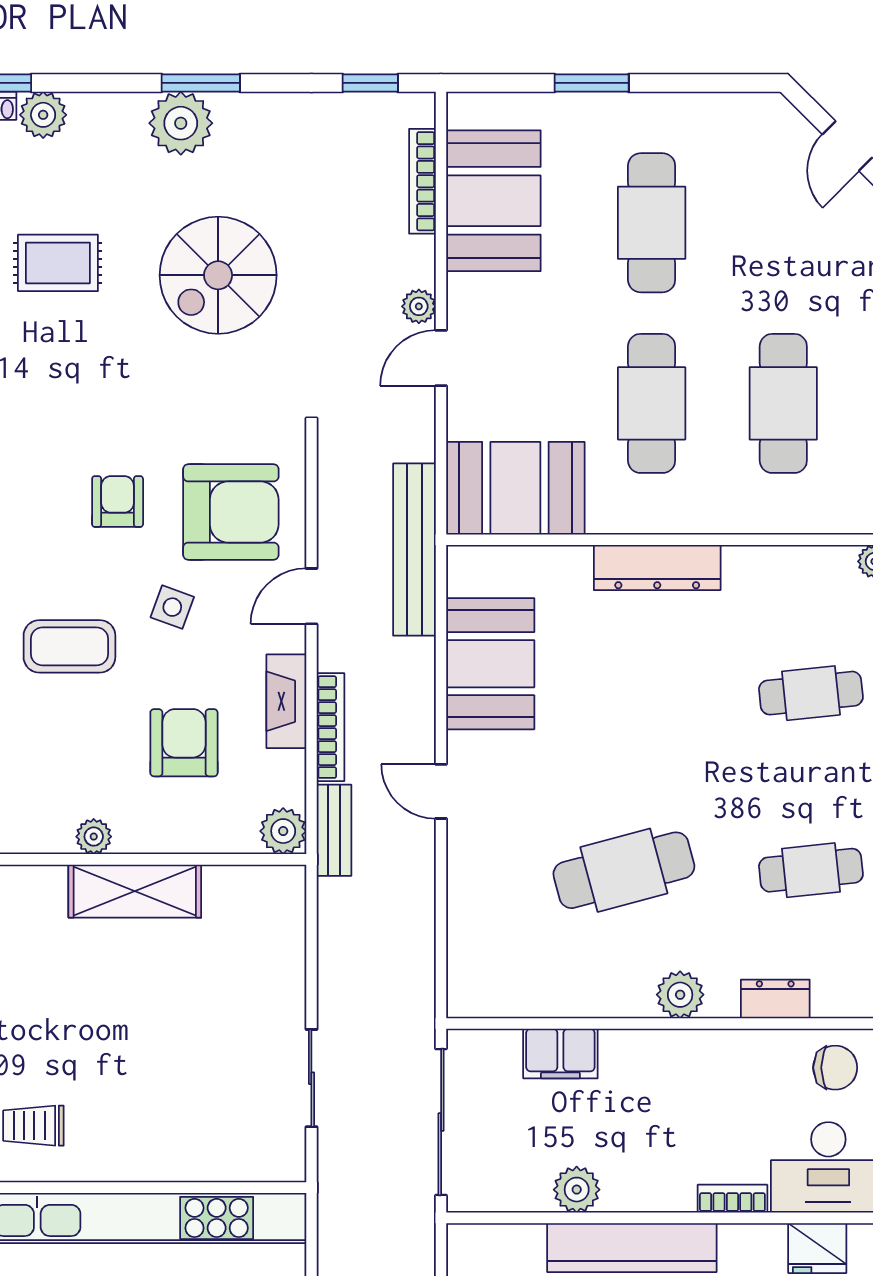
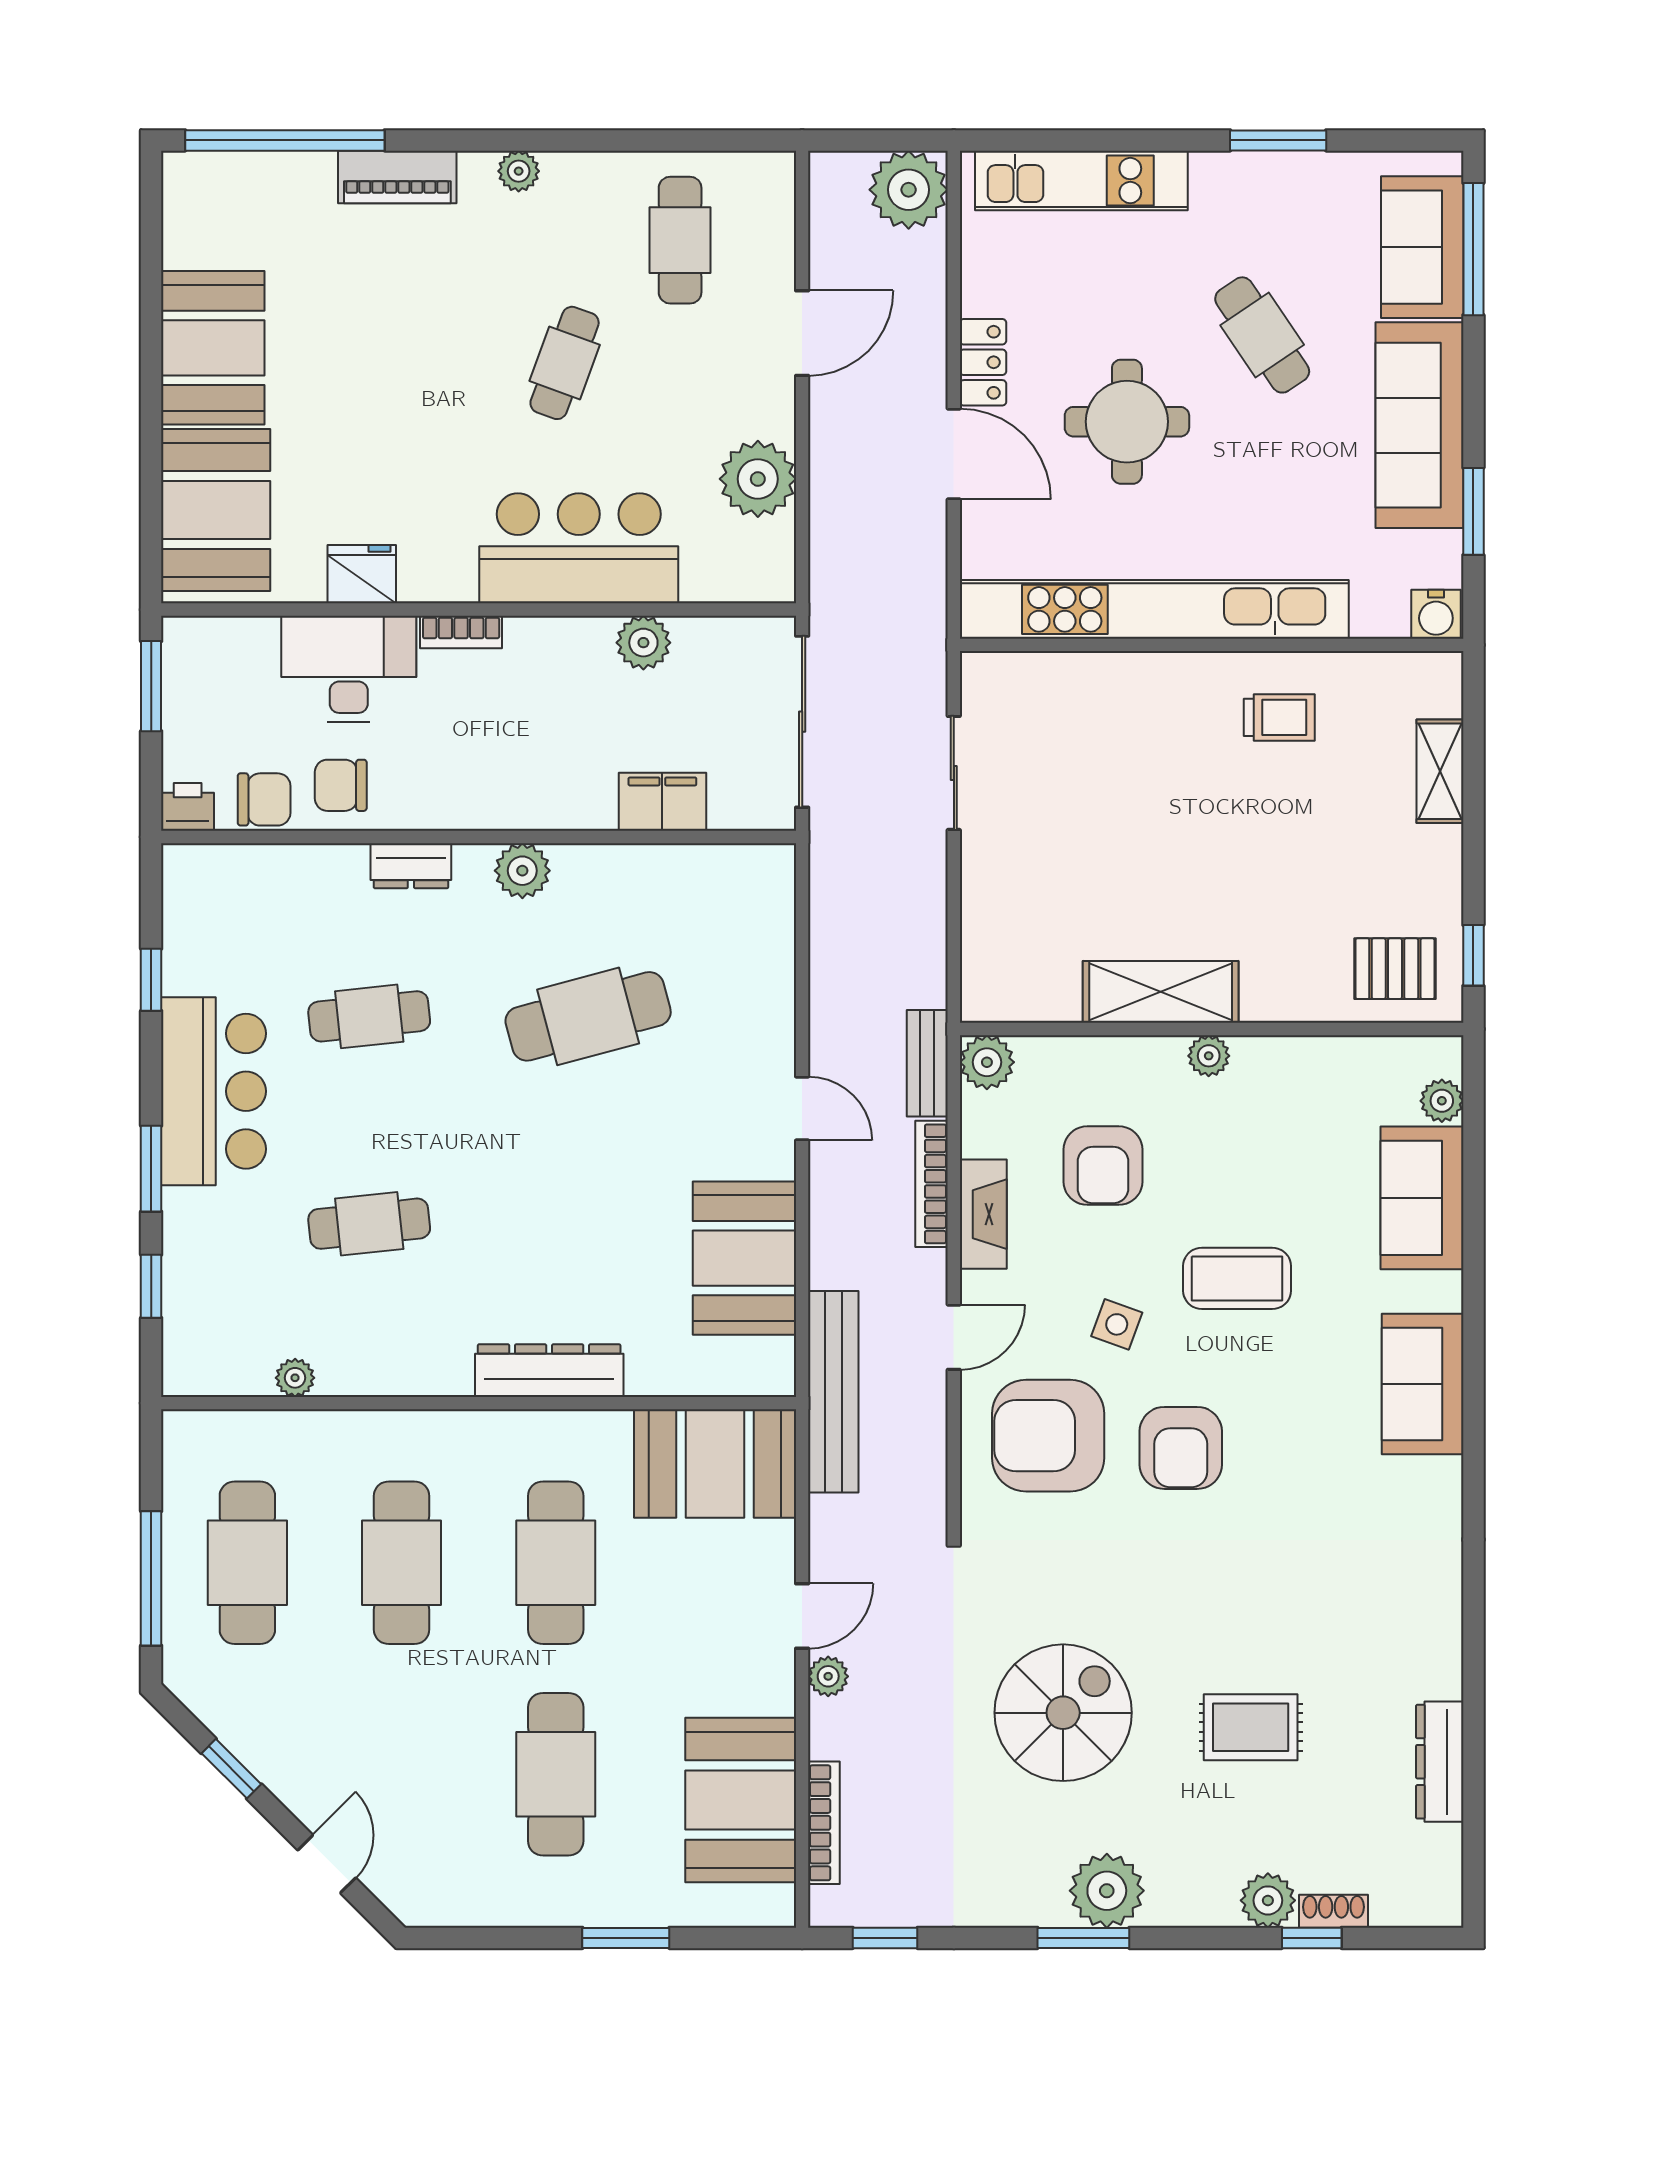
armchair: (118, 502) -> (1181, 1448), width x1.38, depth x1.38

